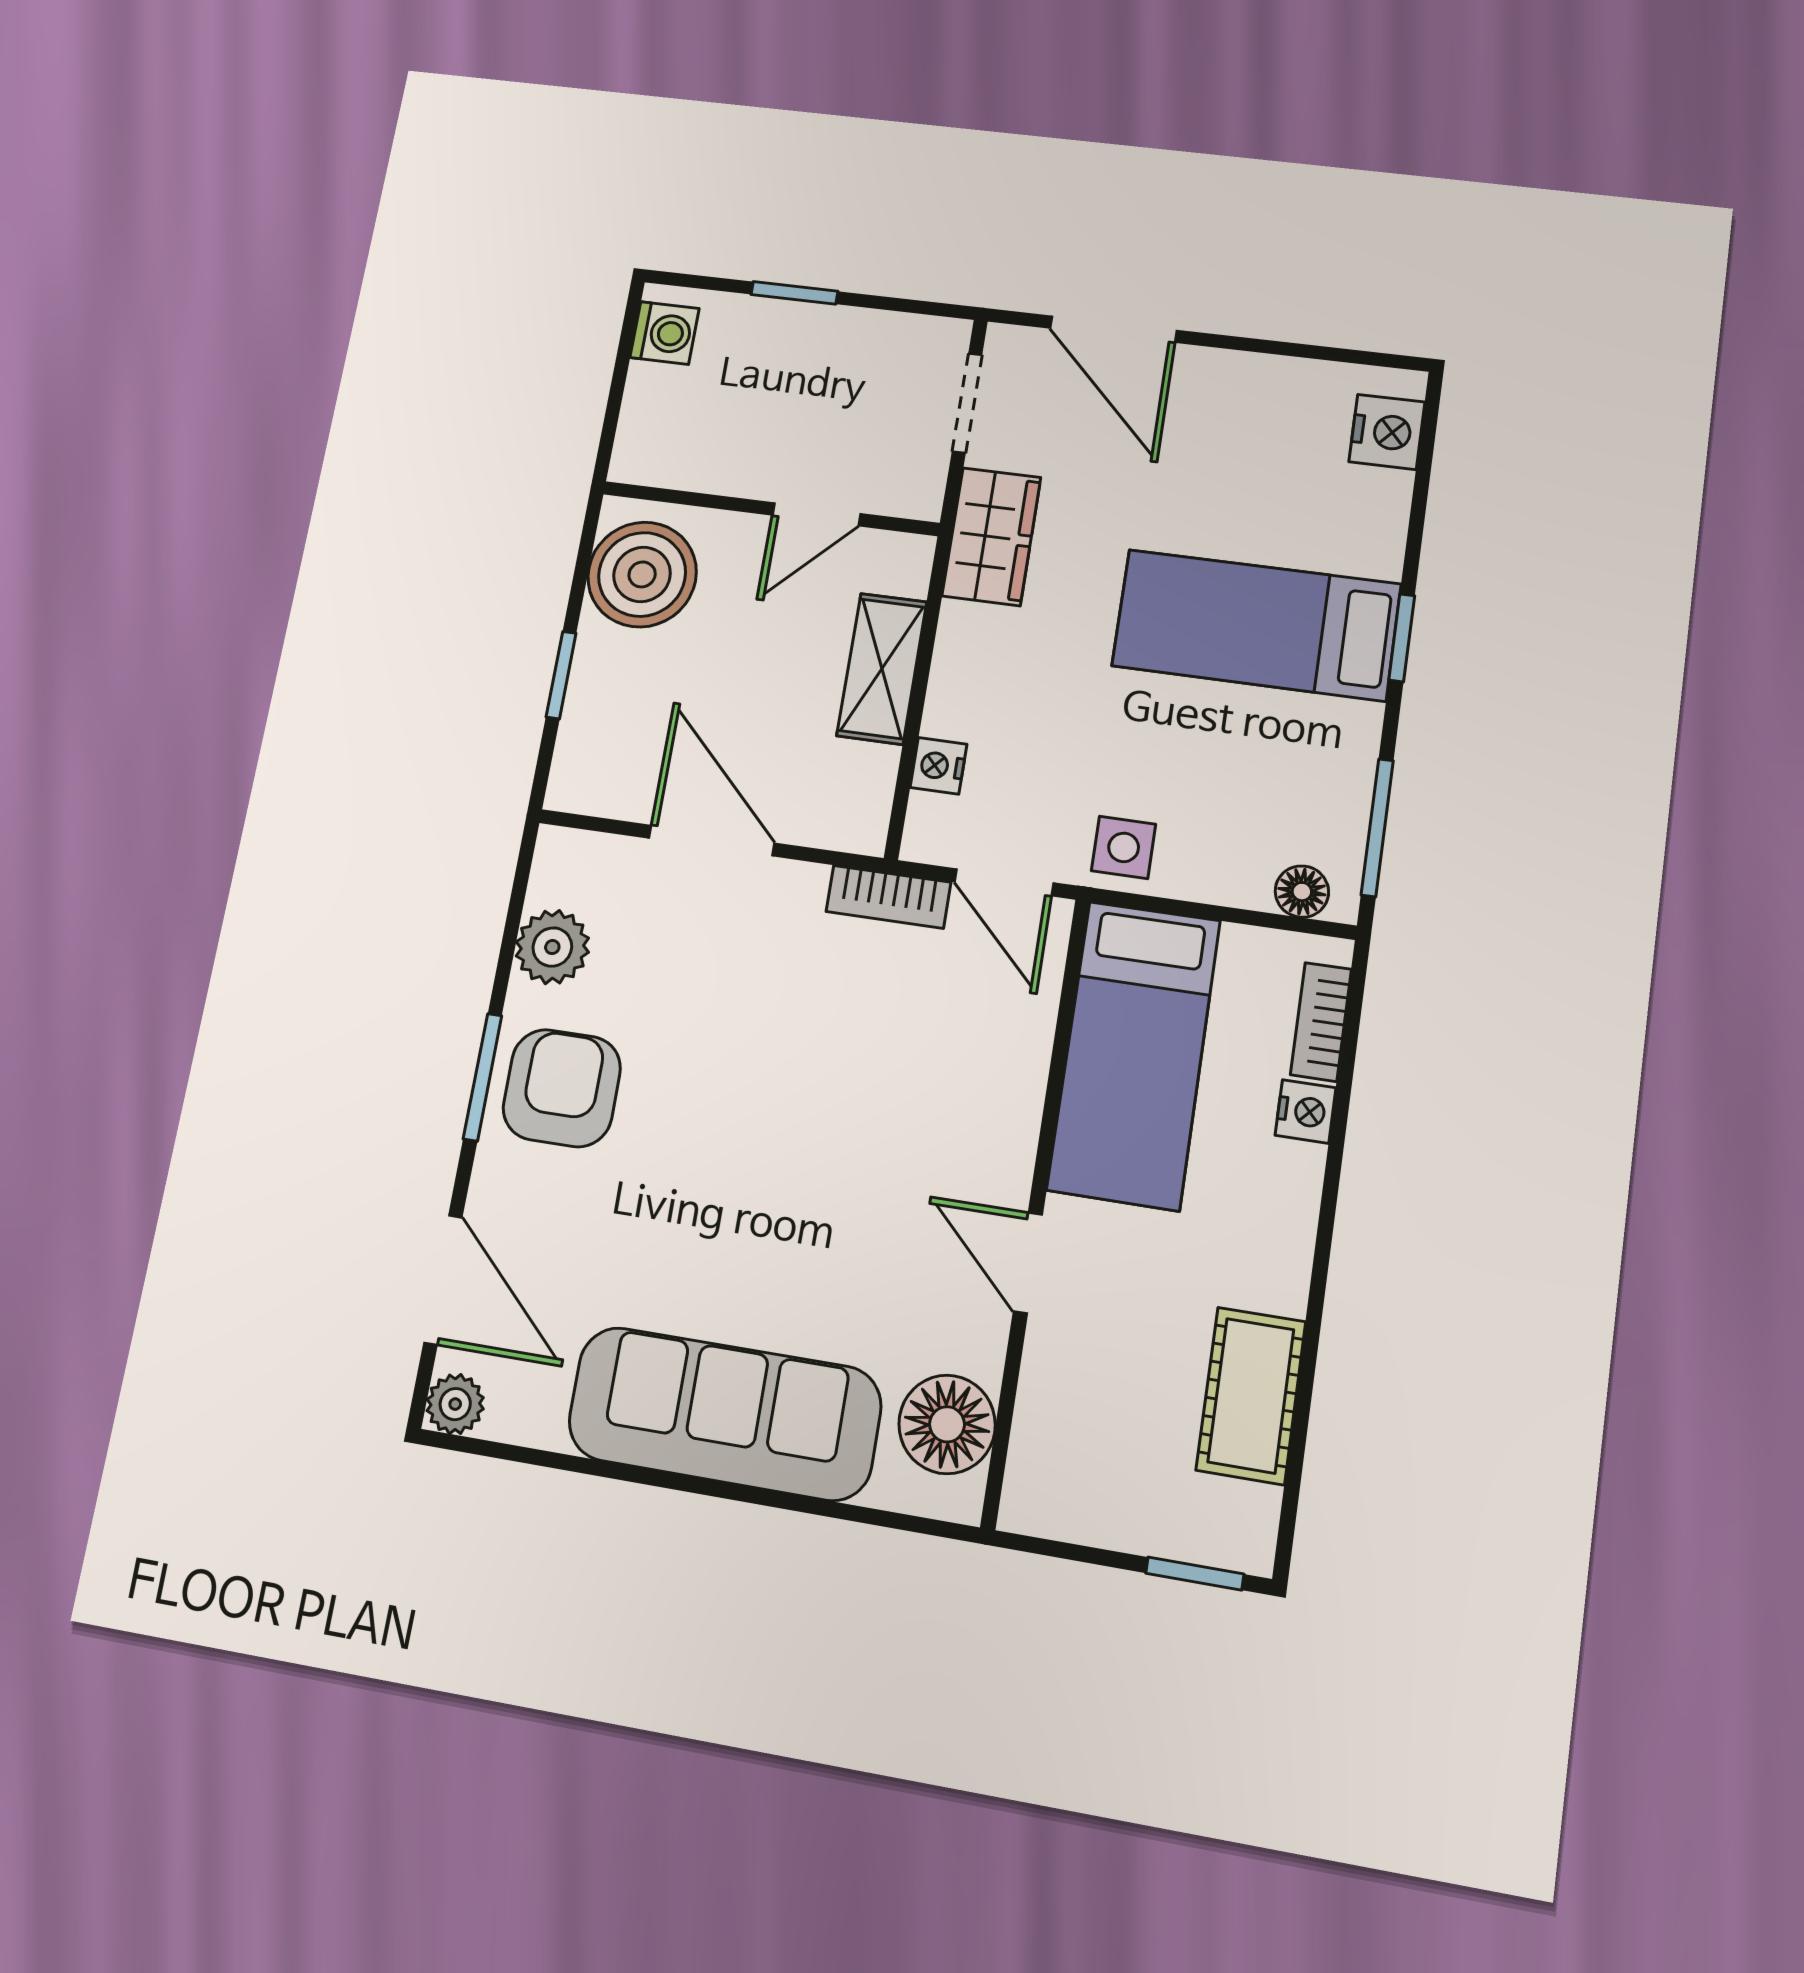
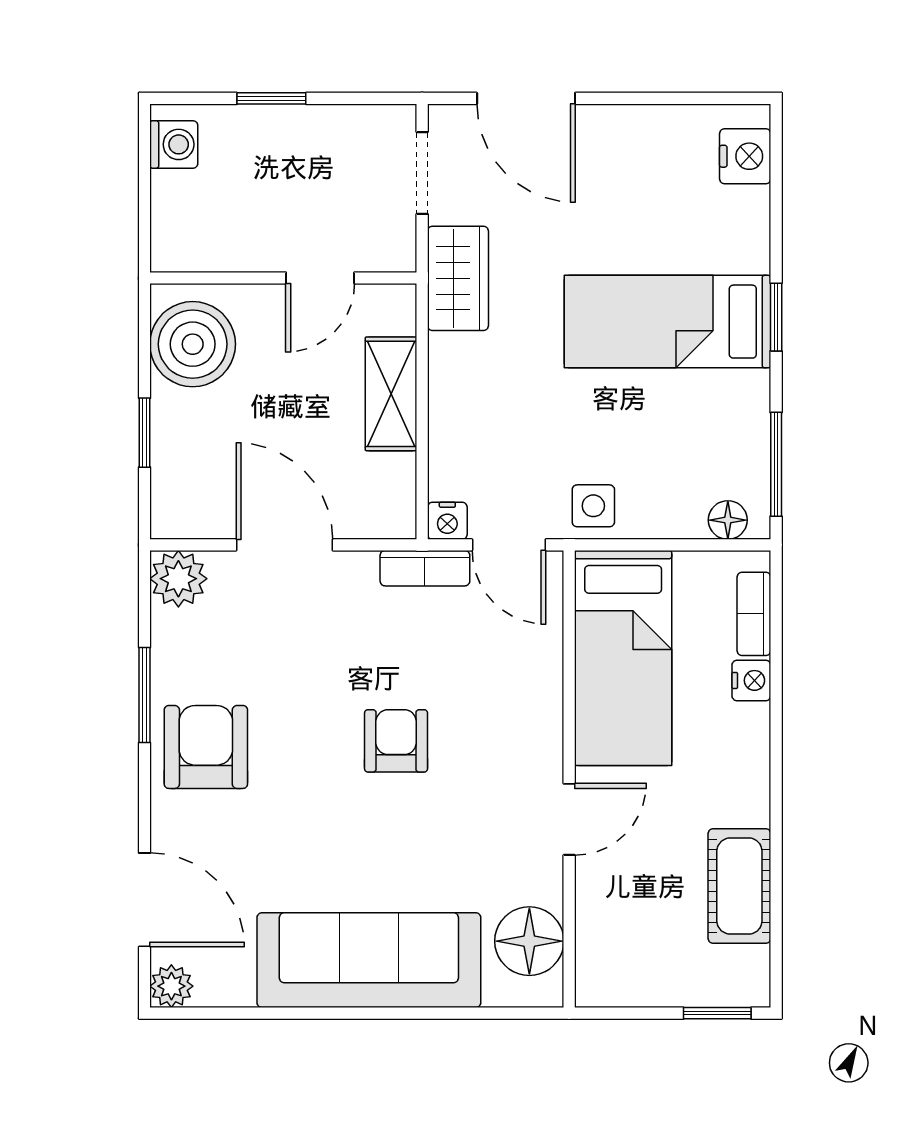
nightstand: (938, 766) -> (447, 521), moved, turned -90
plant: (552, 947) -> (178, 579), moved
window: (483, 1077) -> (144, 695), moved
armchair: (812, 1119) -> (396, 741), added
door: (1028, 1263) -> (569, 819), swing flipped

